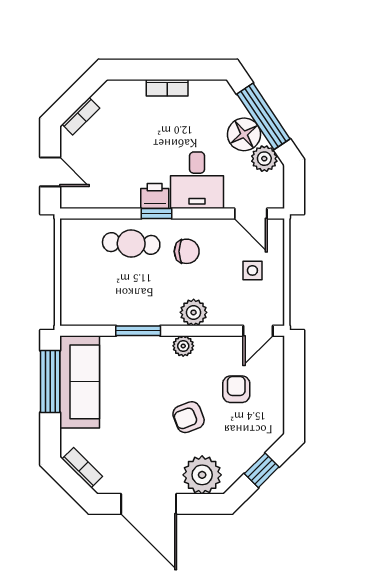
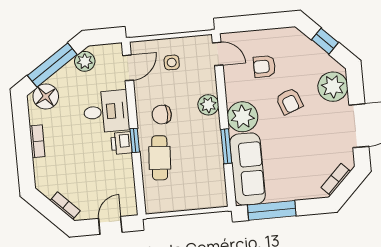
floor lamp: (244, 134) -> (46, 96), moved
chair: (187, 251) -> (162, 115), turned -90
plant: (183, 346) -> (243, 117), width x1.88, depth x1.88
sofa: (80, 382) -> (247, 169), moved, turned 90

